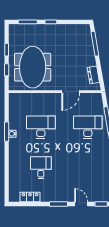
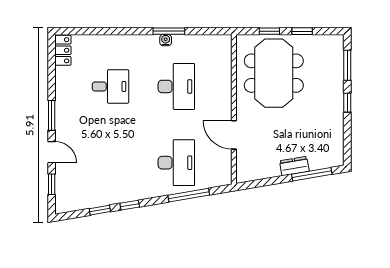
meeting table: (33, 67) -> (274, 73), turned 90
dresser: (93, 75) -> (294, 166), moved
locker: (30, 197) -> (63, 50), moved
door: (81, 204) -> (52, 152), hinge flipped

